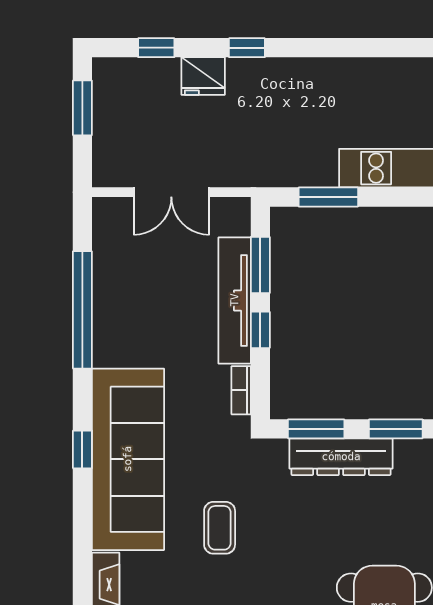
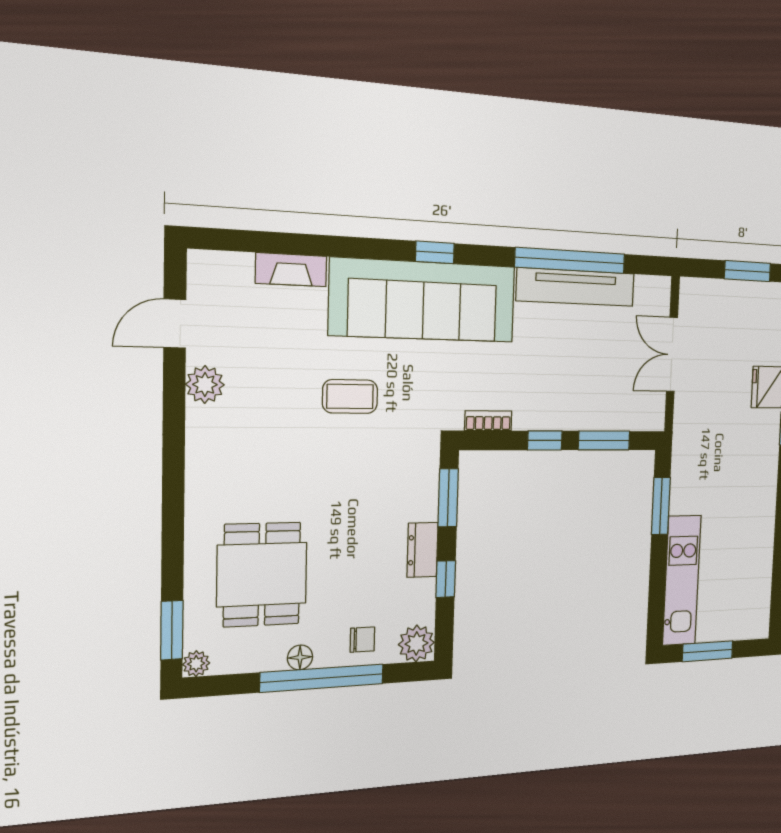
tv unit: (235, 300) -> (576, 287), moved, turned 180
window: (396, 429) -> (446, 579), width x0.67
dresser: (341, 457) -> (423, 550), width x0.51, depth x0.80

